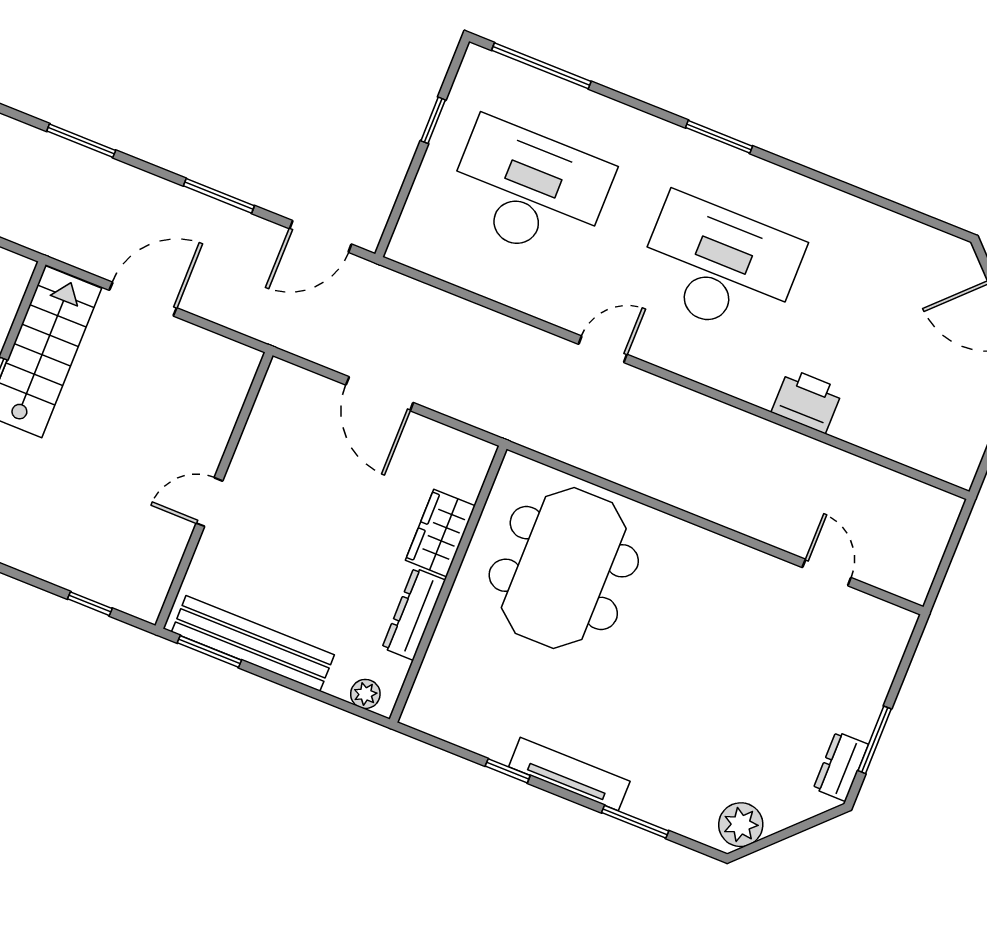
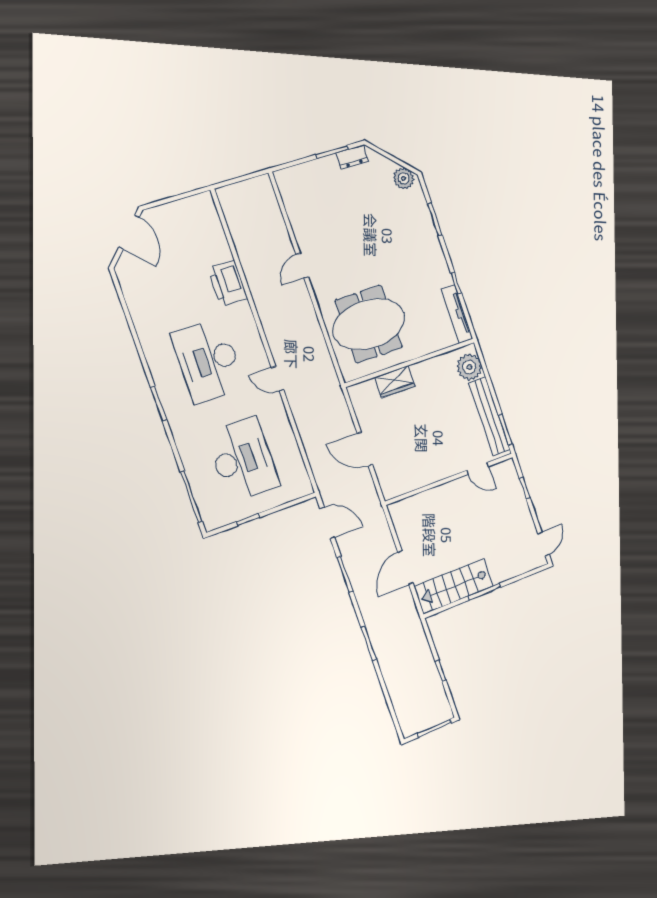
desk: (529, 190) -> (243, 459), turned 180
door: (143, 299) -> (405, 568), hinge flipped
door: (380, 394) -> (365, 449), swing flipped
printer: (807, 401) -> (228, 284), width x1.37, depth x1.19
door: (209, 502) -> (478, 468), moved
door: (827, 573) -> (302, 266), moved
dresser: (414, 614) -> (431, 366), removed
plant: (365, 694) -> (469, 367), width x1.88, depth x1.88
tv unit: (569, 774) -> (457, 314), moved

